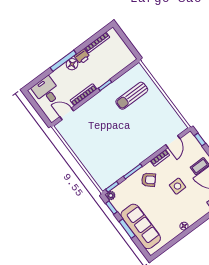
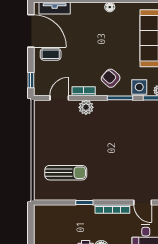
plant: (150, 149) -> (86, 107), added
side table: (177, 186) -> (139, 87), moved

